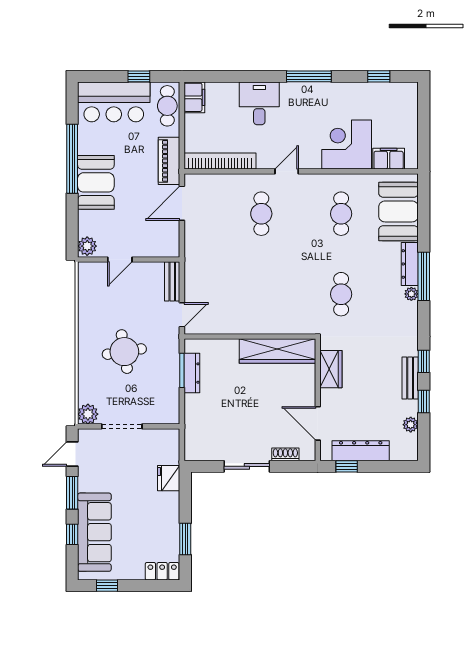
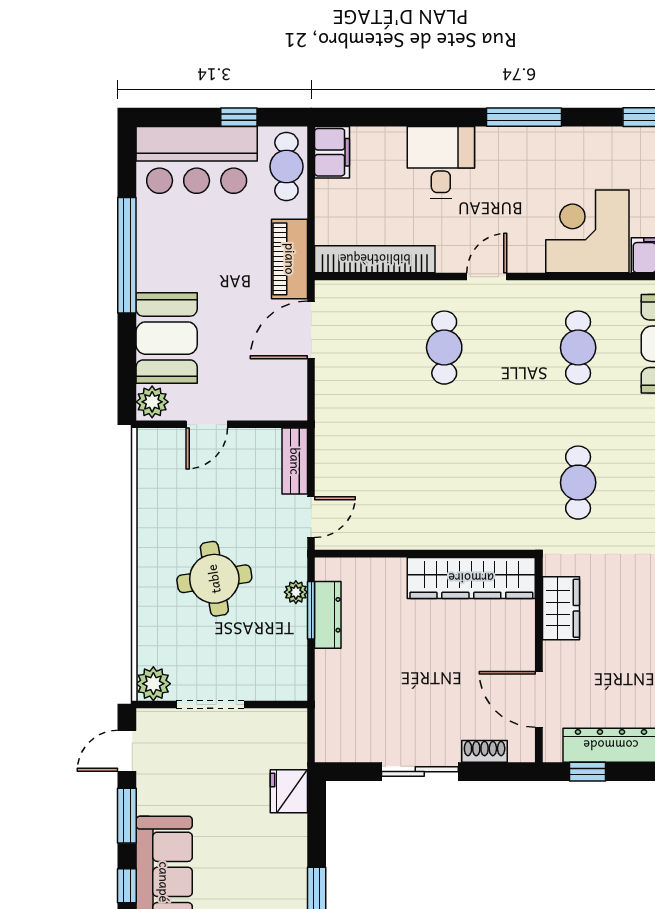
booth: (96, 182) -> (167, 338), moved
plant: (173, 359) -> (296, 592), added

